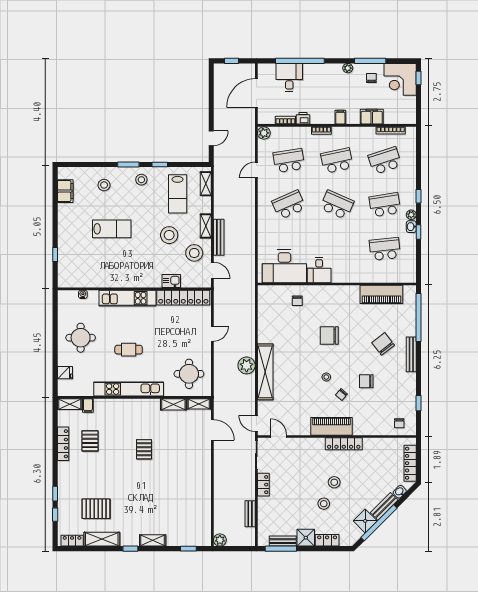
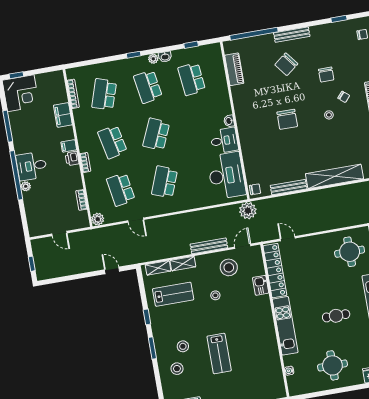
window: (300, 61) -> (16, 175), moved
plant: (348, 68) -> (26, 186), moved
desk: (289, 77) -> (32, 166), moved
chair: (371, 78) -> (25, 122), removed
door: (256, 93) -> (59, 233), width x0.53
printer: (303, 118) -> (72, 159), moved
school desk: (385, 161) -> (104, 94), turned 36
stool: (141, 180) -> (183, 346), moved
school desk: (289, 205) -> (165, 182), turned 45
shelving: (206, 226) -> (183, 264), moved
lab bench: (112, 229) -> (219, 353), turned 180
window: (419, 232) -> (191, 45), moved
stool: (169, 235) -> (215, 295), width x0.53, depth x0.53
washbasin: (337, 278) -> (229, 121), added
piano: (381, 294) -> (234, 69), width x0.73, depth x0.75
chair: (297, 301) -> (255, 189), moved
bench: (263, 325) -> (289, 187), added
door: (212, 334) -> (288, 239), moved
cafe table: (129, 350) -> (336, 316), turned 90
plant: (247, 365) -> (248, 211), moved

